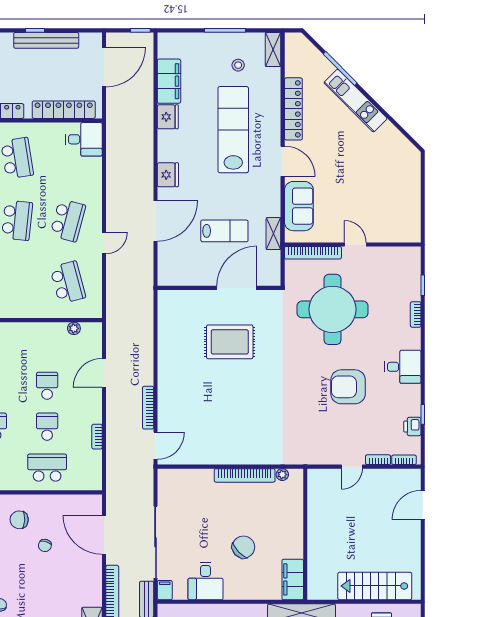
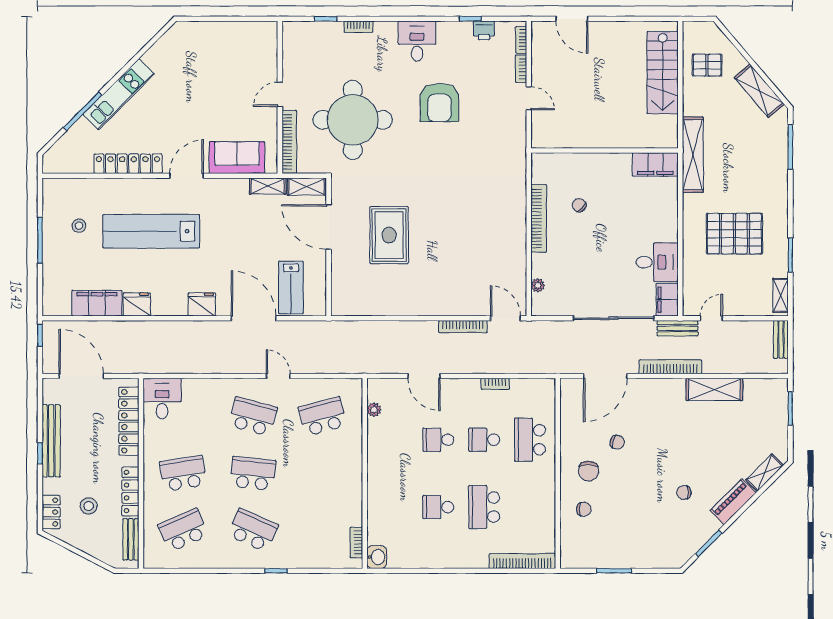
shelving: (273, 49) -> (306, 187), moved
lab bench: (224, 231) -> (291, 287), moved, turned 180
plant: (282, 475) -> (538, 285), moved
chair: (243, 547) -> (579, 205), moved, width x0.54, depth x0.54
filing cabinet: (165, 590) -> (667, 300), width x2.00

